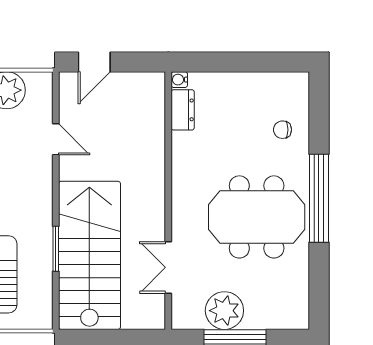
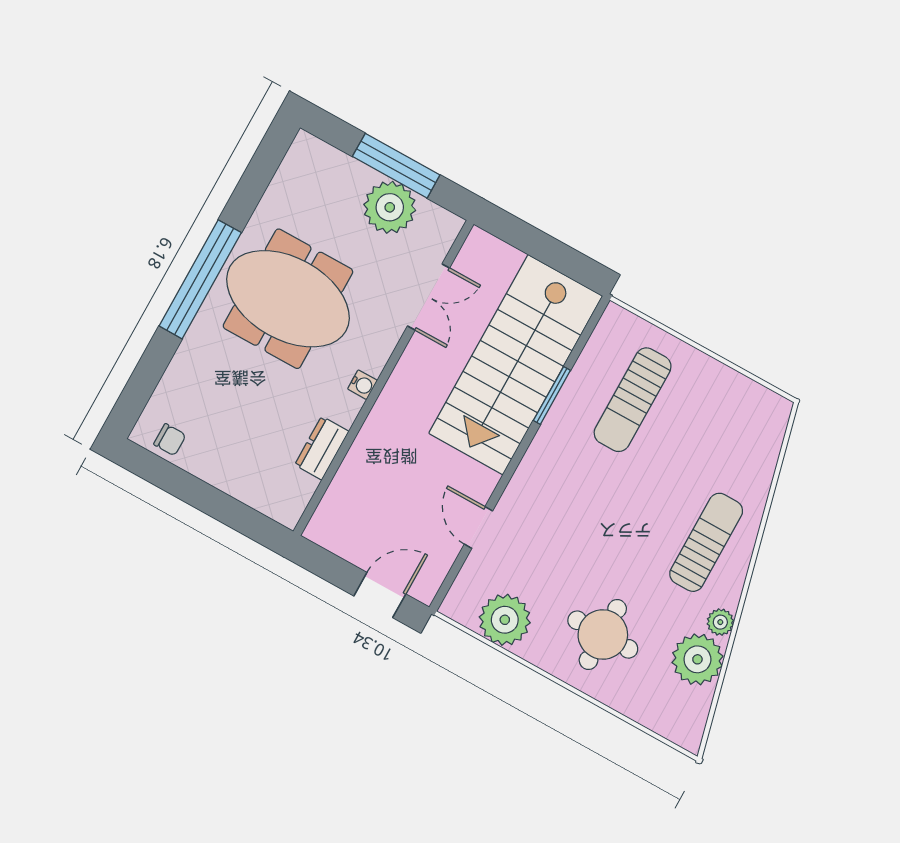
water cooler: (179, 80) -> (362, 385), moved
dresser: (183, 110) -> (322, 448), moved
chair: (282, 130) -> (170, 440), moved

